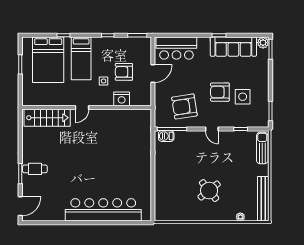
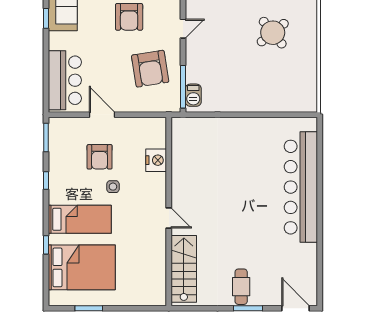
nightstand: (122, 99) -> (156, 160), moved
door: (82, 107) -> (169, 218), moved
wall: (87, 107) -> (169, 211), moved
stairs: (47, 118) -> (184, 269), moved

